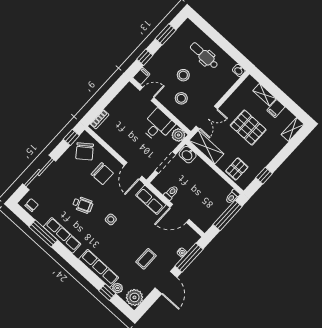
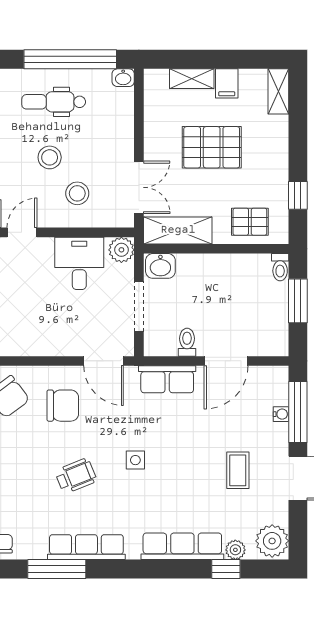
window: (225, 45) -> (70, 59), added
pallet: (237, 169) -> (250, 222), turned 90
window: (228, 216) -> (298, 301), width x0.69

